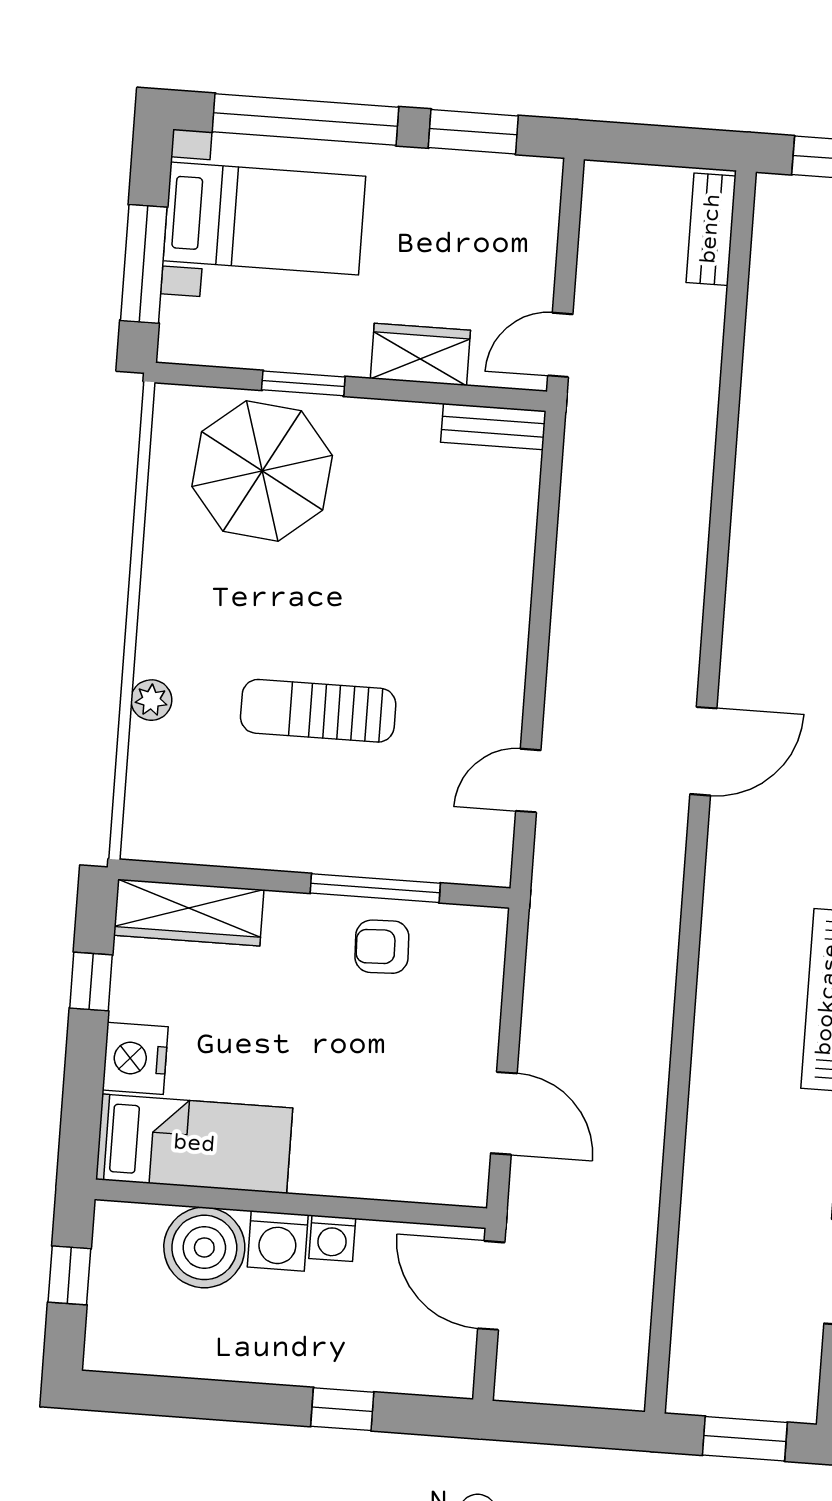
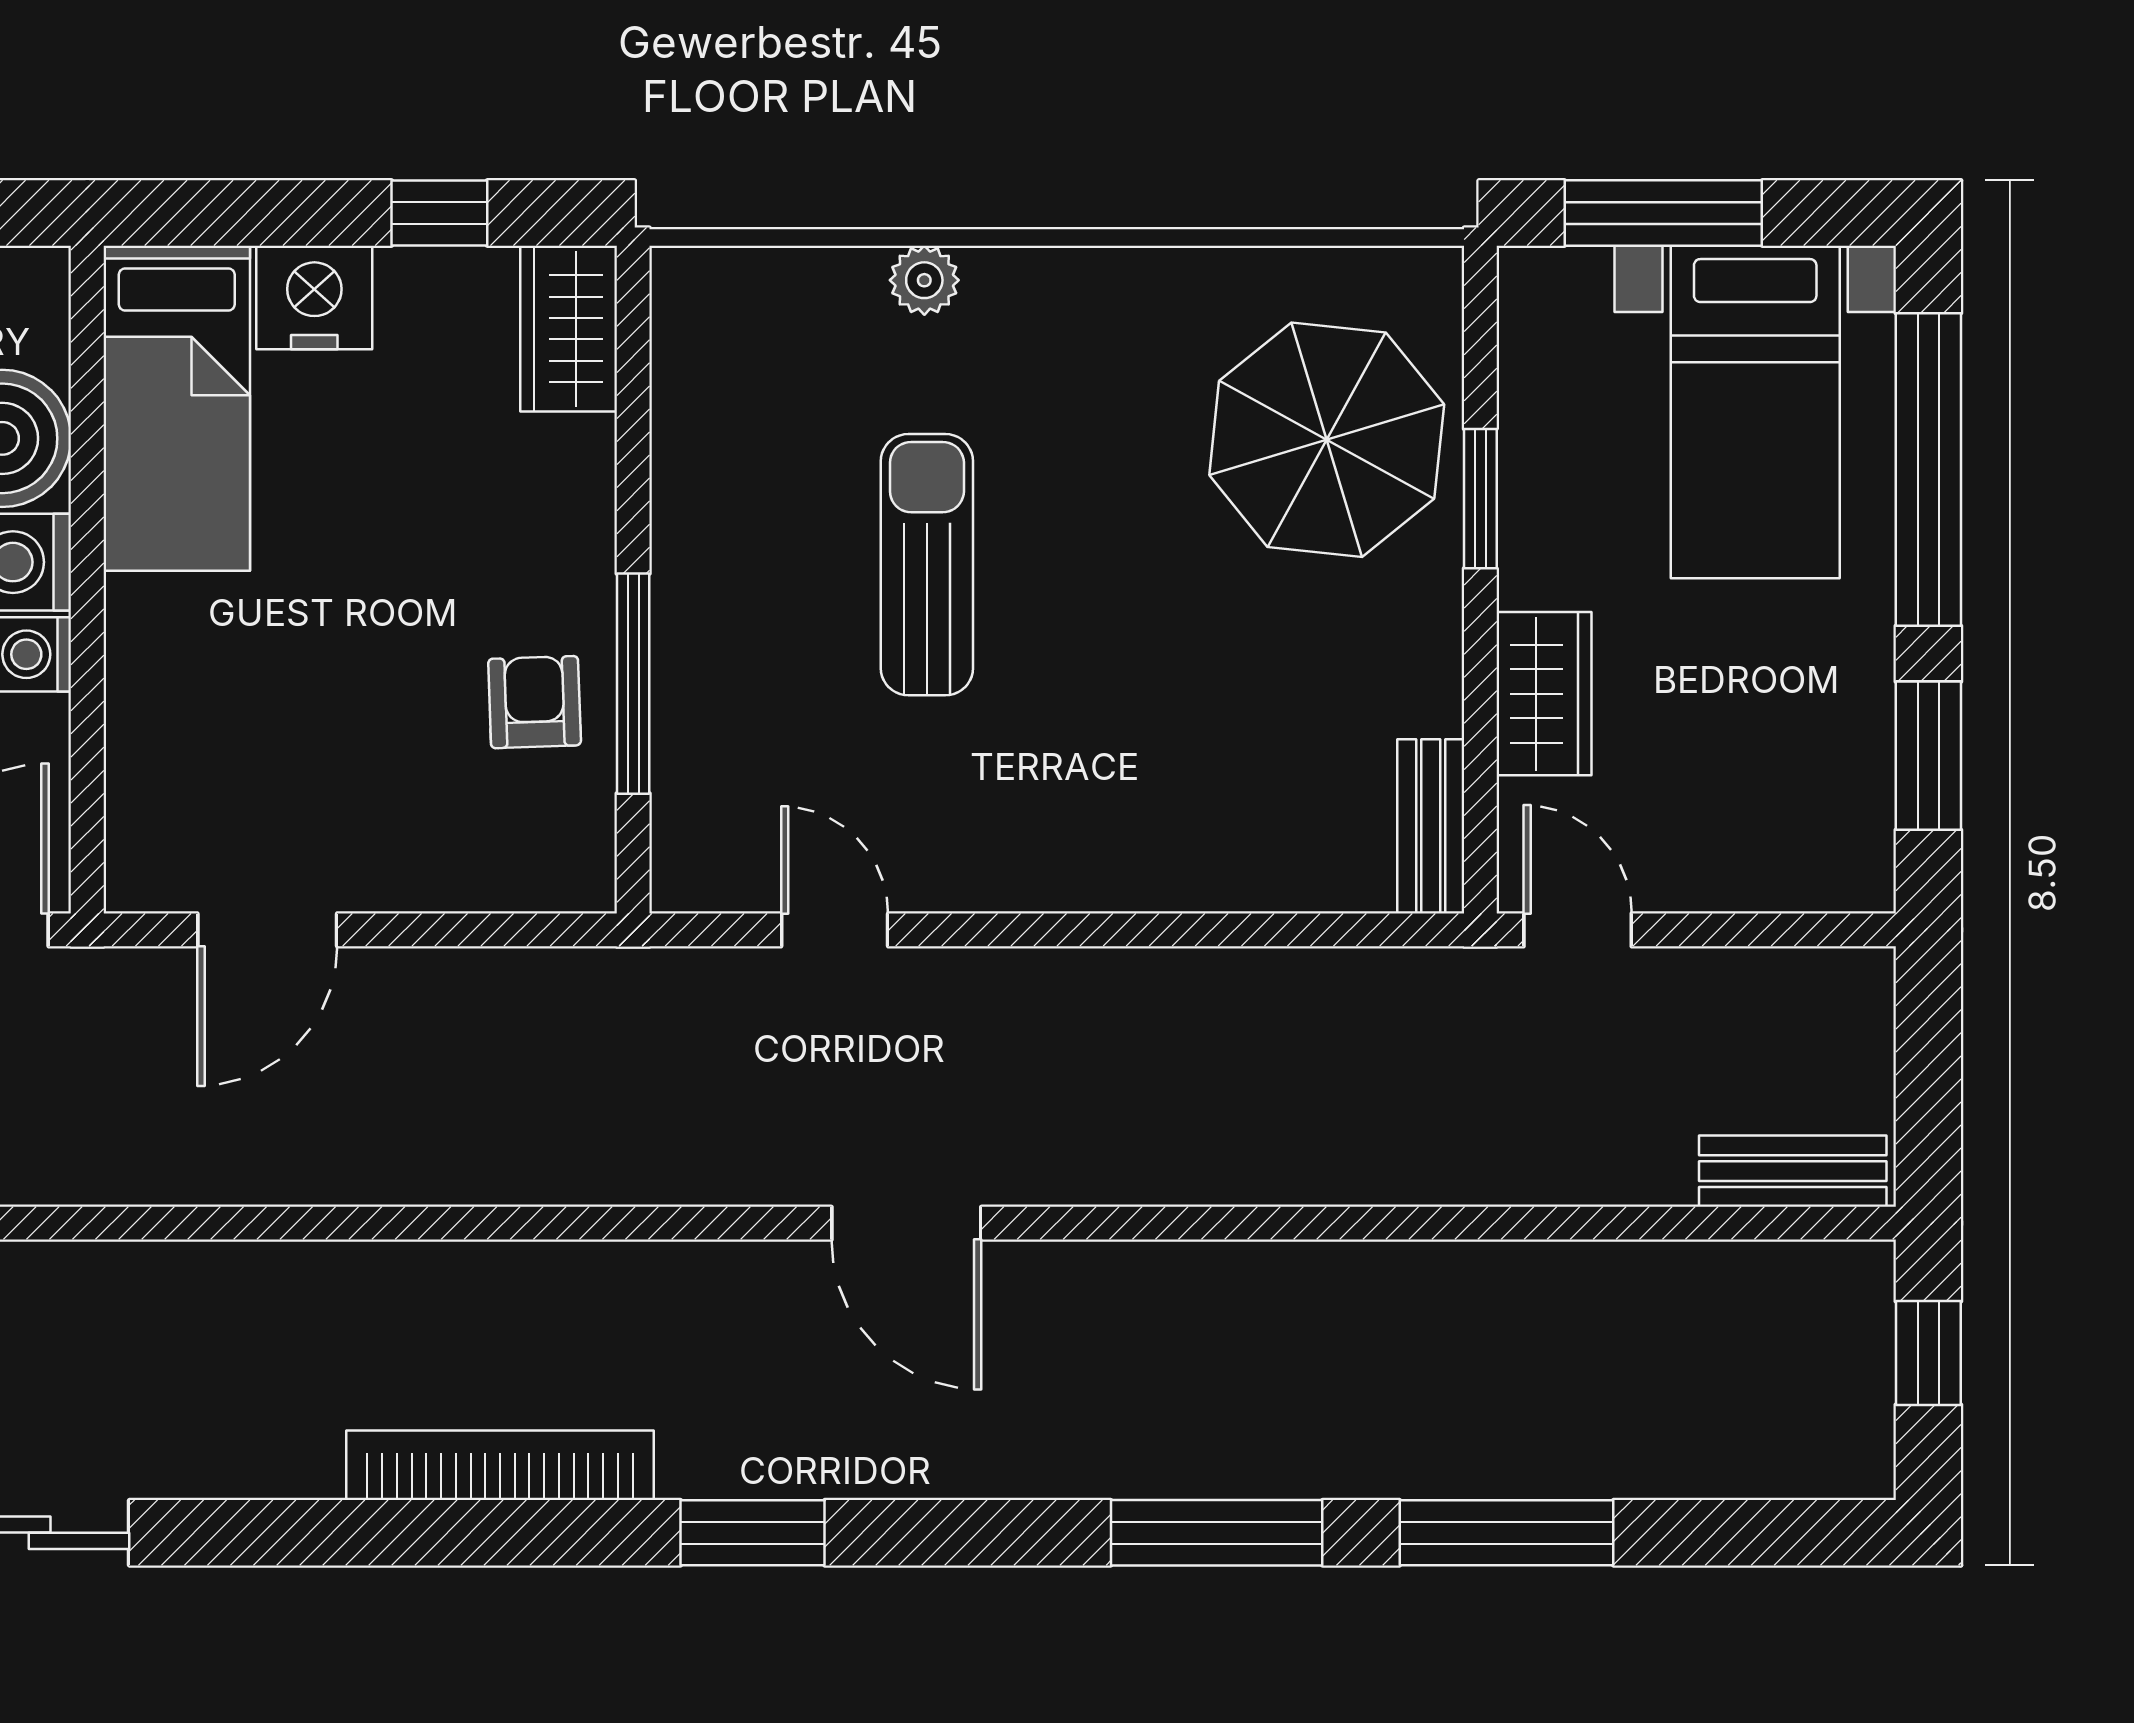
wardrobe: (189, 912) -> (569, 329), width x0.67

